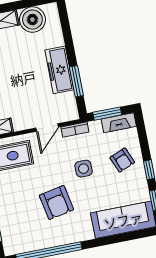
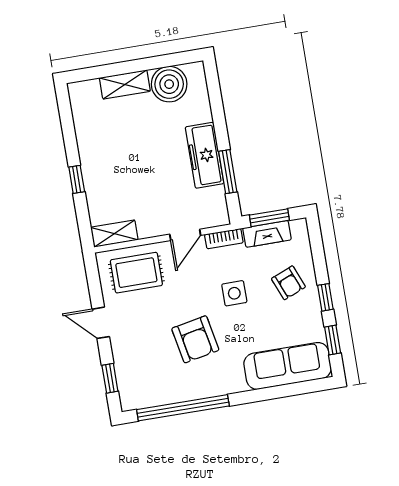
fireplace: (119, 123) -> (267, 234), moved

